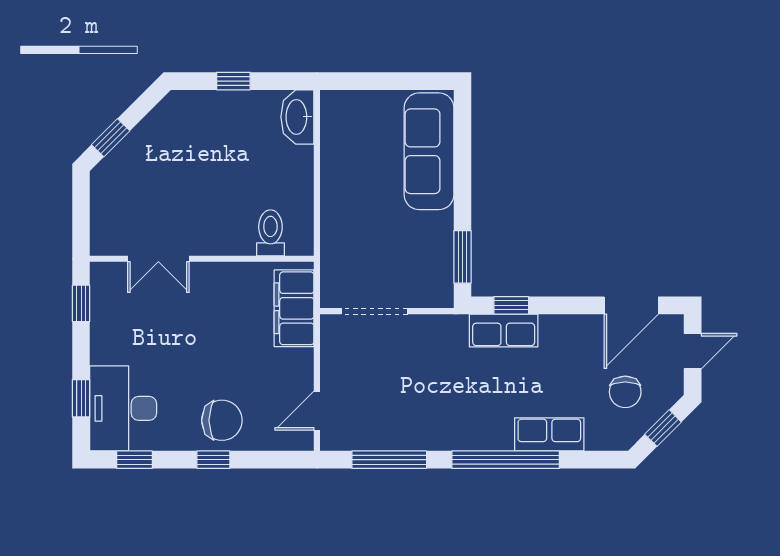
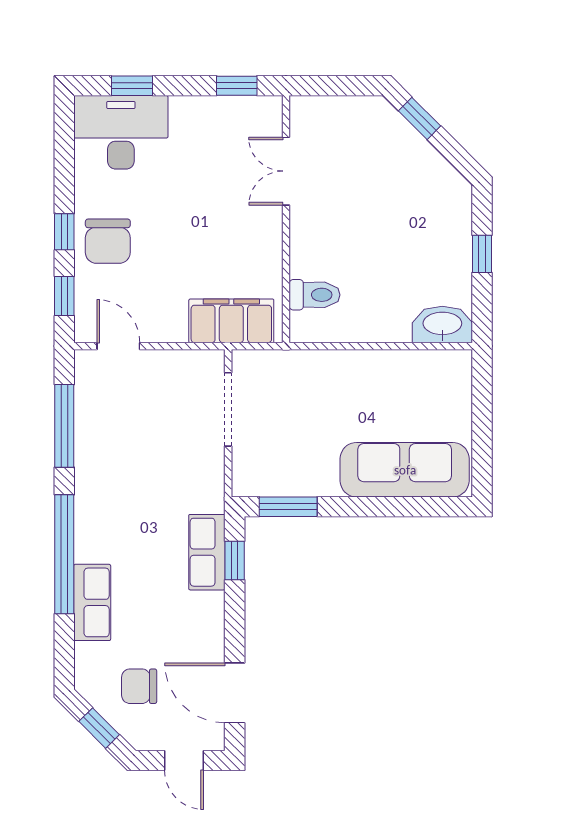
window: (134, 460) -> (64, 296), moved

